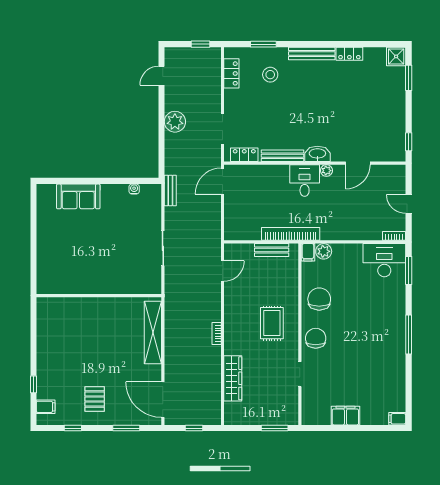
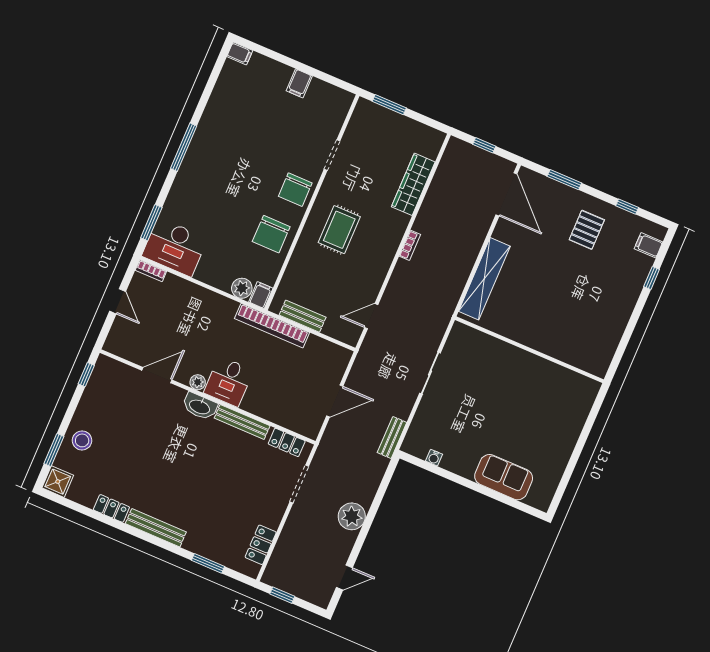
stool: (270, 75) -> (82, 440), moved
door: (223, 181) -> (335, 401), moved
filing cabinet: (345, 416) -> (299, 83), width x0.50

